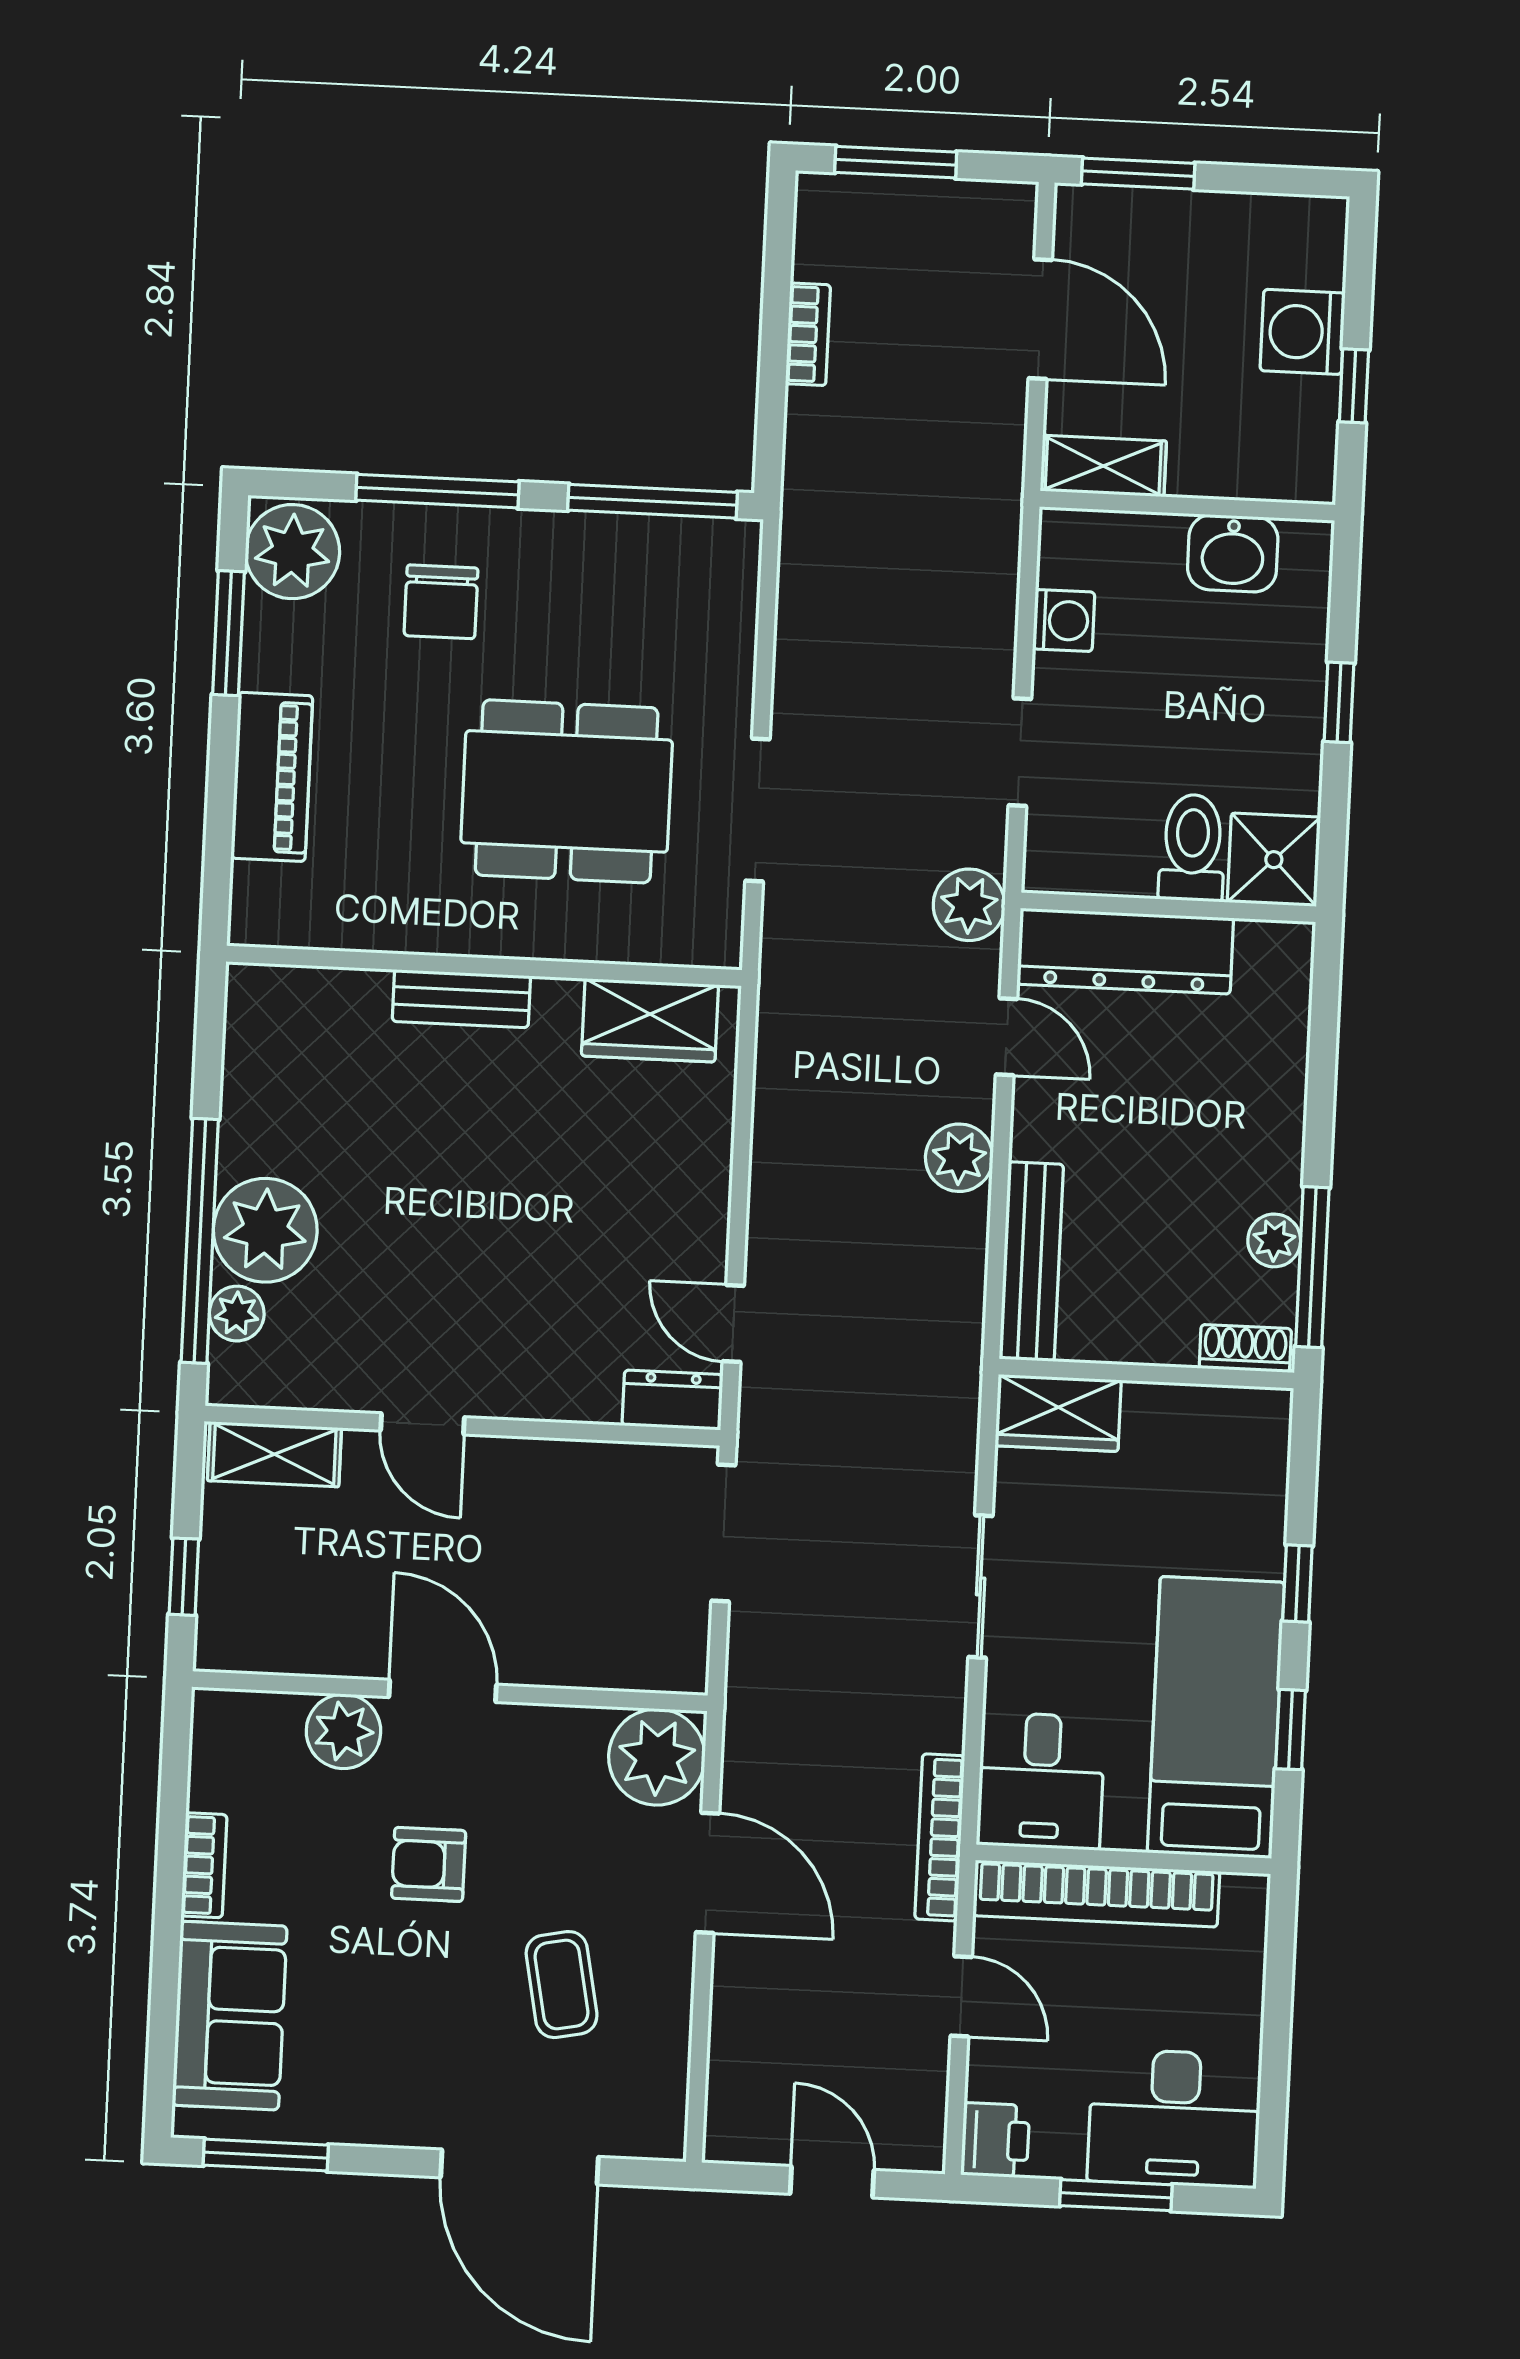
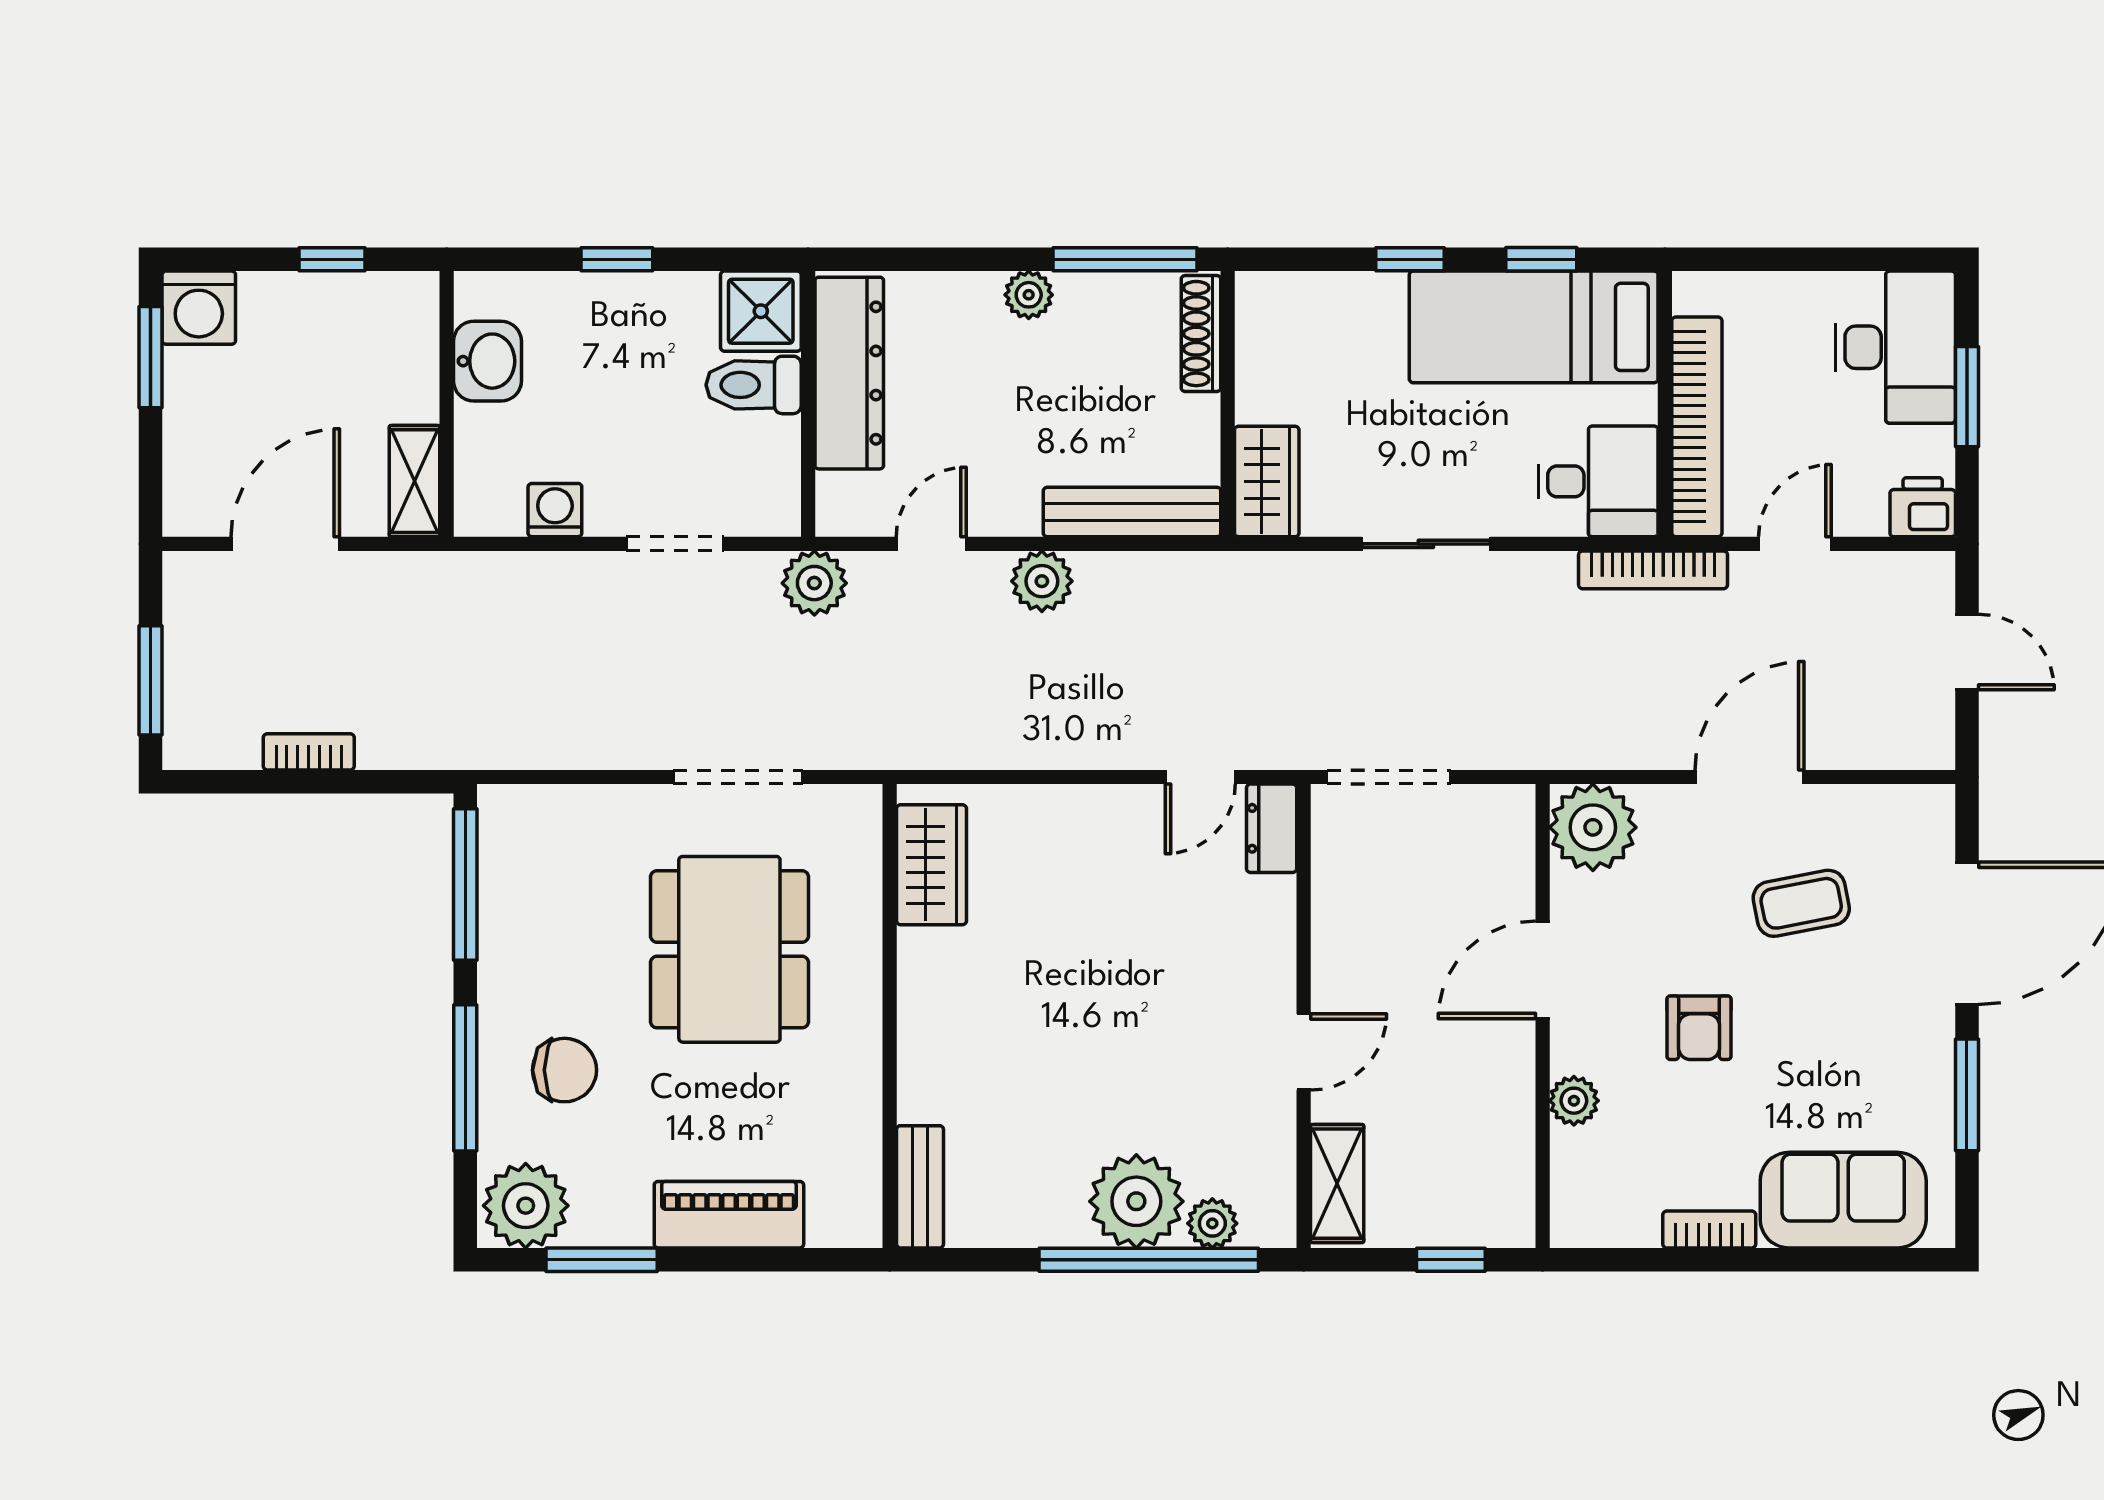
window: (1138, 174) -> (150, 357), moved
washing machine: (1303, 332) -> (199, 308), moved
dresser: (1125, 951) -> (849, 373), moved
bench: (461, 999) -> (920, 1187), moved
plant: (1274, 1240) -> (1029, 295), moved
shoe rack: (1245, 1348) -> (1201, 334), width x1.43
door: (443, 1691) -> (1543, 970), moved
plant: (343, 1731) -> (1574, 1101), width x0.73, depth x0.73
door: (707, 1873) -> (1749, 777), moved
window: (266, 2155) -> (1967, 1095), moved
door: (832, 2182) -> (1967, 652), swing flipped

